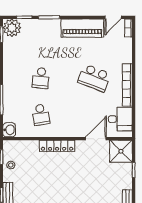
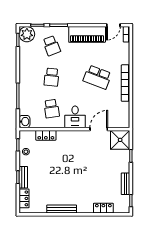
school desk: (41, 41) -> (52, 46), added
desk: (119, 119) -> (75, 117), moved, turned 90
locker: (57, 146) -> (46, 135), moved, width x0.66

